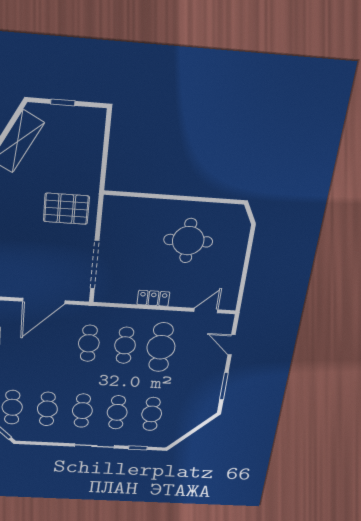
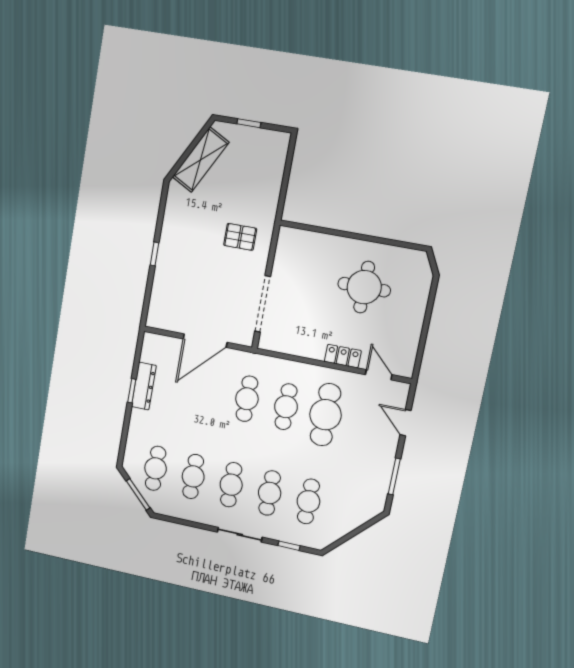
pallet: (66, 209) -> (240, 237), width x0.67, depth x0.71
locker: (153, 298) -> (343, 356), moved
door: (206, 311) -> (379, 375), hinge flipped

